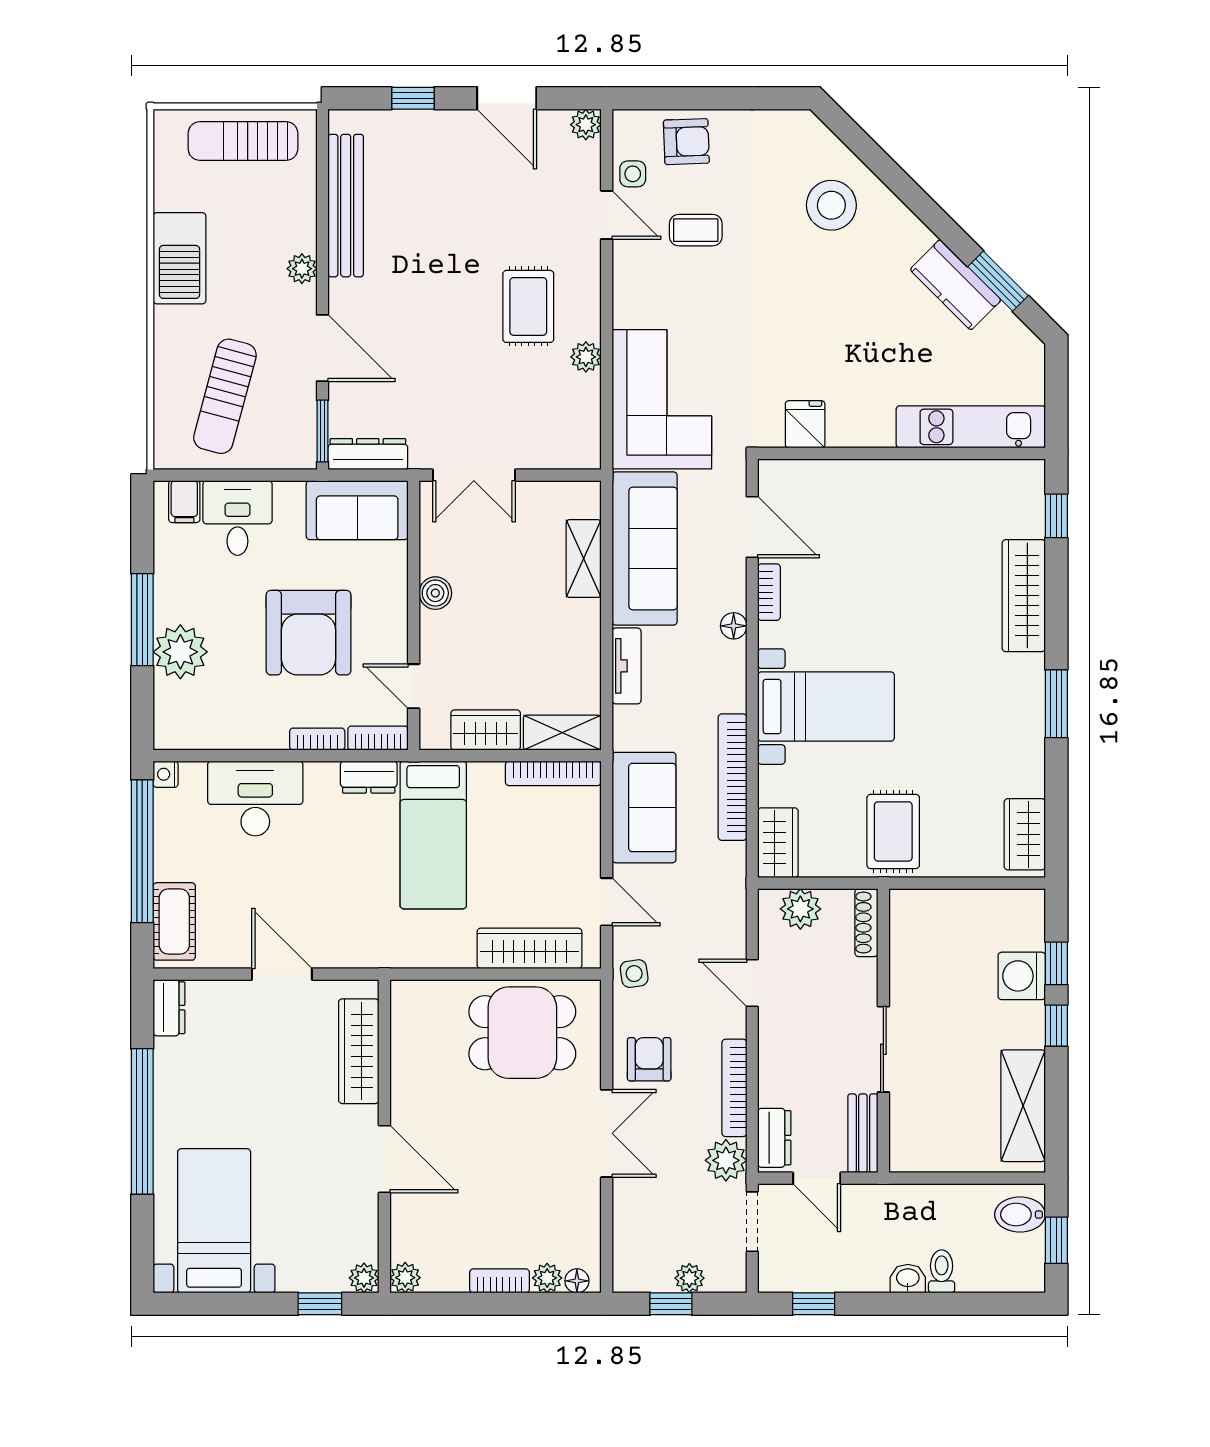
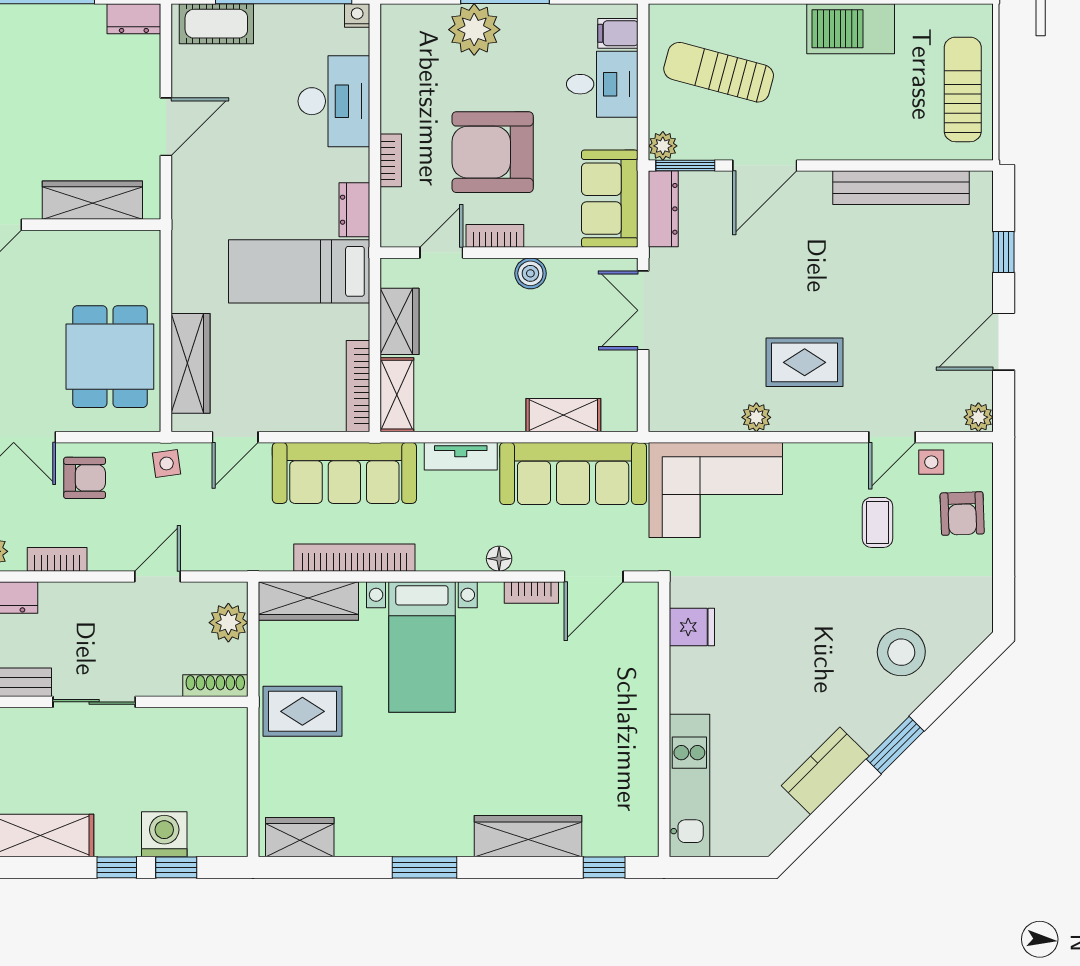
plant: (302, 269) -> (663, 146), moved
window: (998, 281) -> (895, 745), moved
bookcase: (378, 738) -> (495, 236), moved, turned -90
sofa: (644, 808) -> (344, 473), width x1.36
wardrobe: (778, 843) -> (308, 601), width x1.50
bookcase: (734, 1088) -> (57, 559), width x0.64

